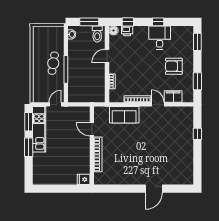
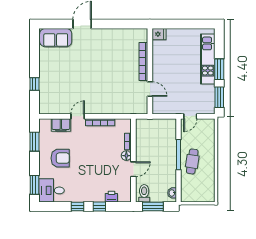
window: (128, 22) -> (99, 207), moved
floor lamp: (114, 30) -> (126, 156), moved
desk: (160, 38) -> (51, 190), moved, turned 90
door: (158, 104) -> (78, 116), swing flipped
sofa: (124, 115) -> (56, 38), moved, turned 180
kitchen unit: (39, 129) -> (208, 59), moved

